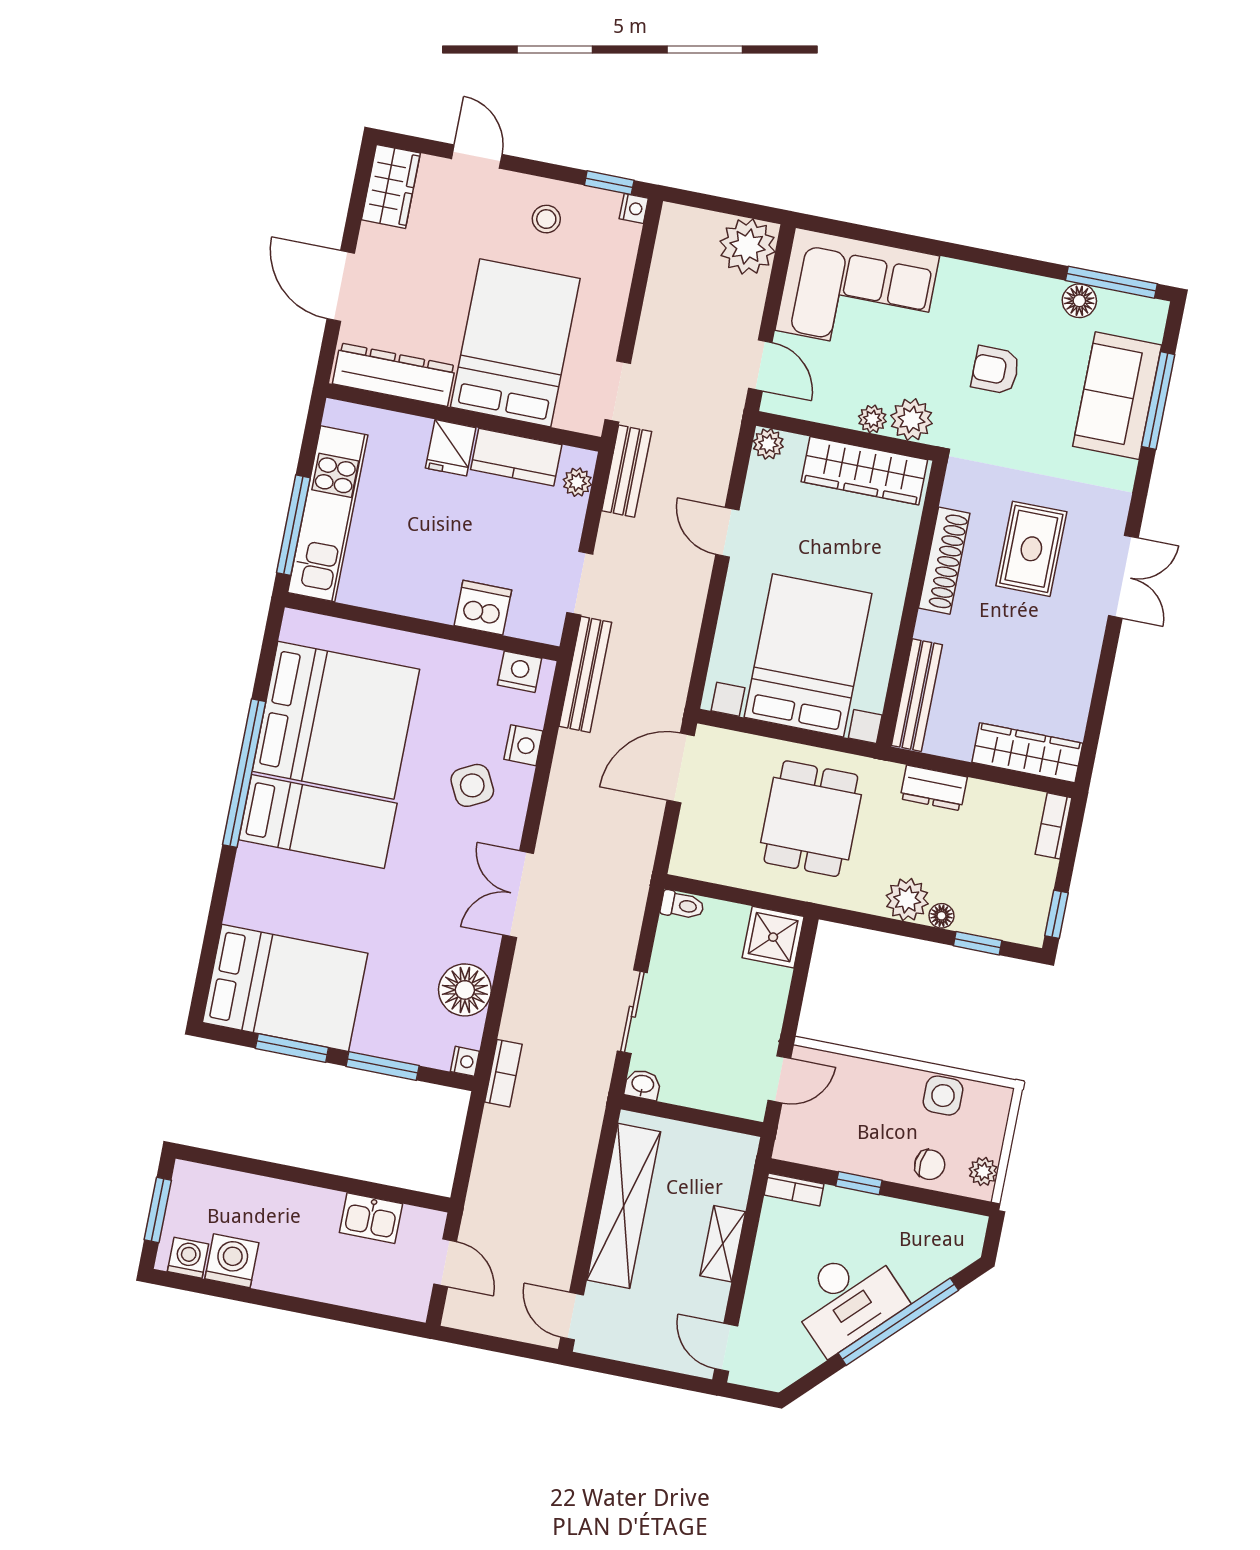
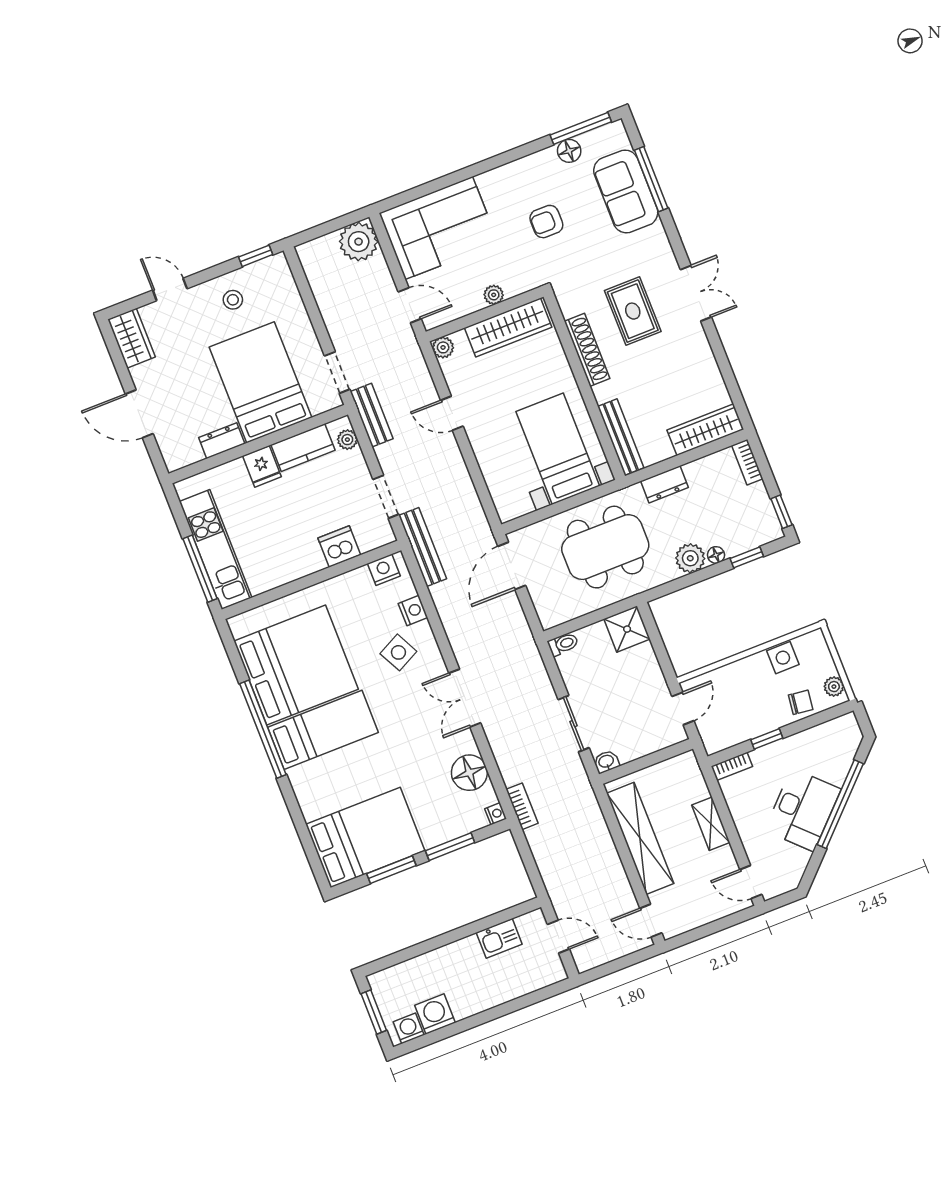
nightstand: (634, 208) -> (279, 262), removed
dresser: (394, 375) -> (222, 441), width x0.51, depth x0.80
plant: (911, 420) -> (516, 281), removed
bed with nightstands: (808, 655) -> (558, 449), width x0.73
dining table: (811, 819) -> (605, 547), width x1.38

